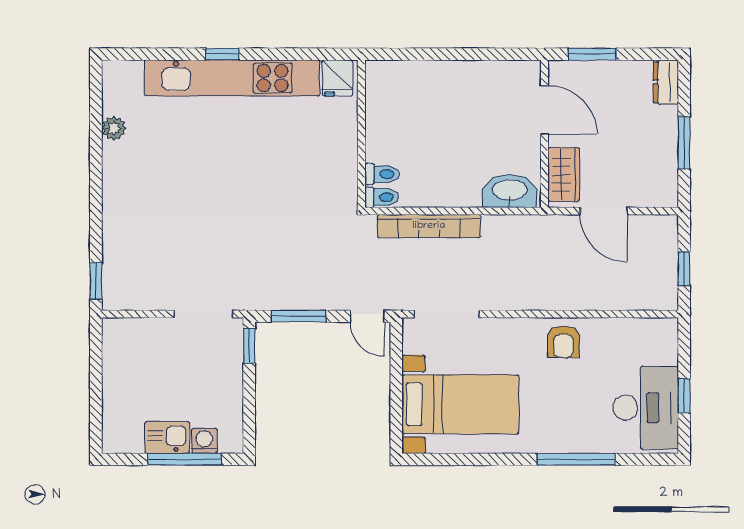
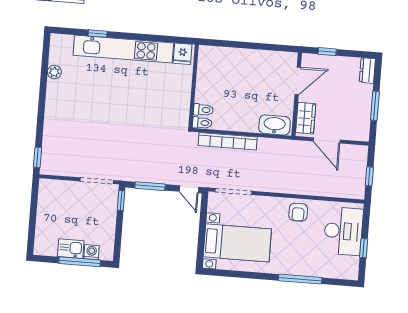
window: (222, 54) -> (98, 34), moved
window: (592, 54) -> (327, 52), width x0.67
door: (544, 110) -> (298, 81), hinge flipped
desk: (646, 408) -> (343, 231), moved

